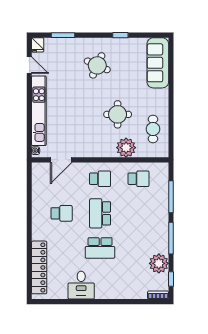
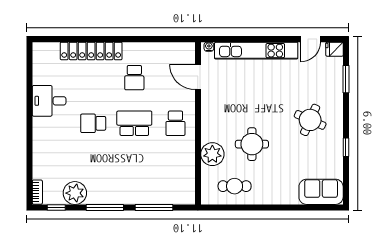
sofa: (158, 63) -> (321, 192), width x0.73
school desk: (139, 179) -> (175, 169), removed
school desk: (100, 248) -> (93, 123), width x0.54
locker: (39, 267) -> (91, 51), moved

